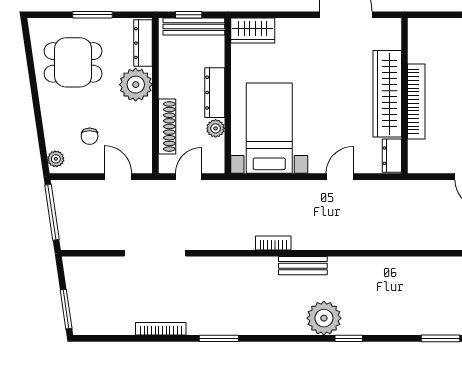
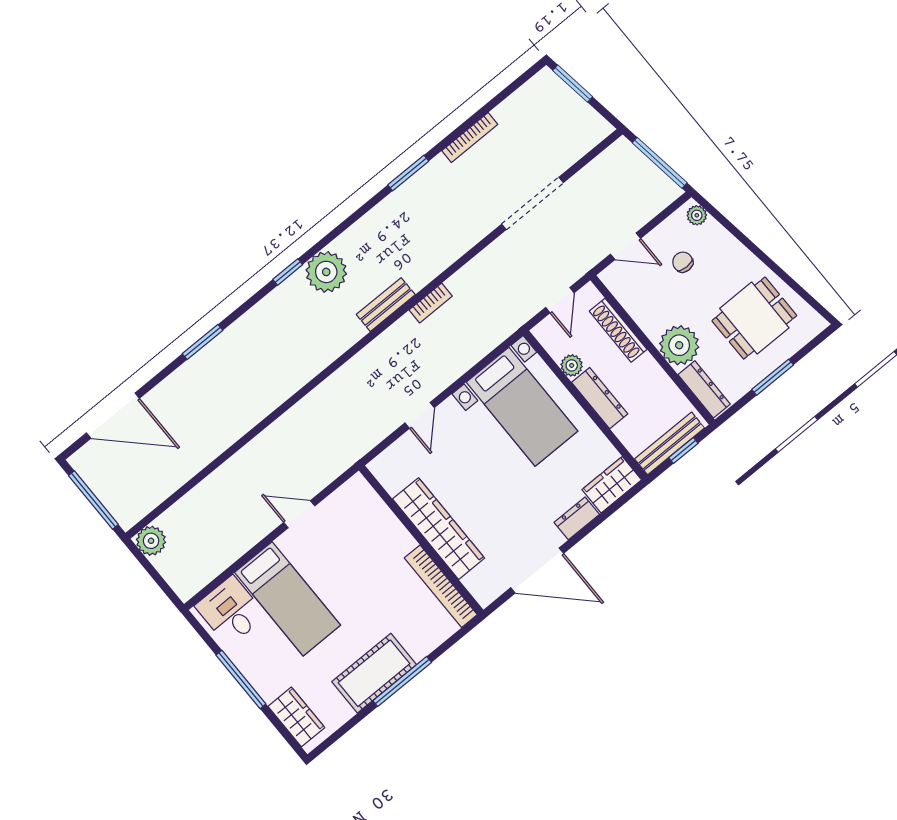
bookcase: (416, 101) -> (441, 586), moved
dresser: (392, 156) -> (577, 518), moved, turned -90

